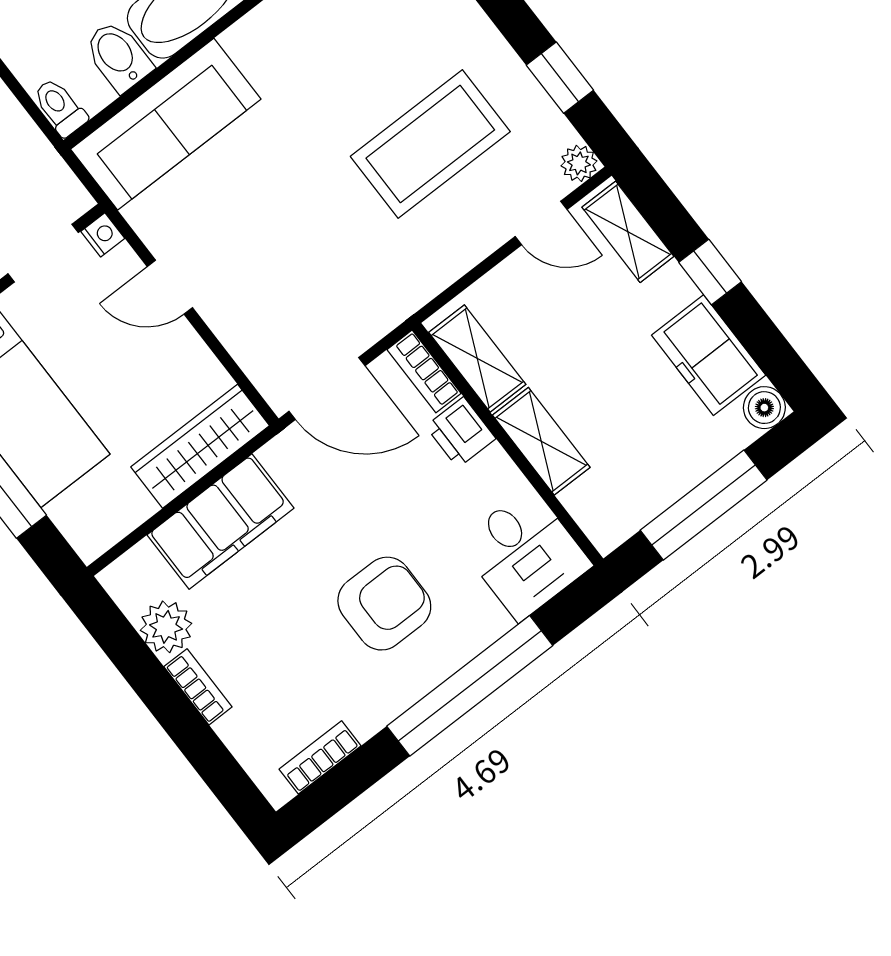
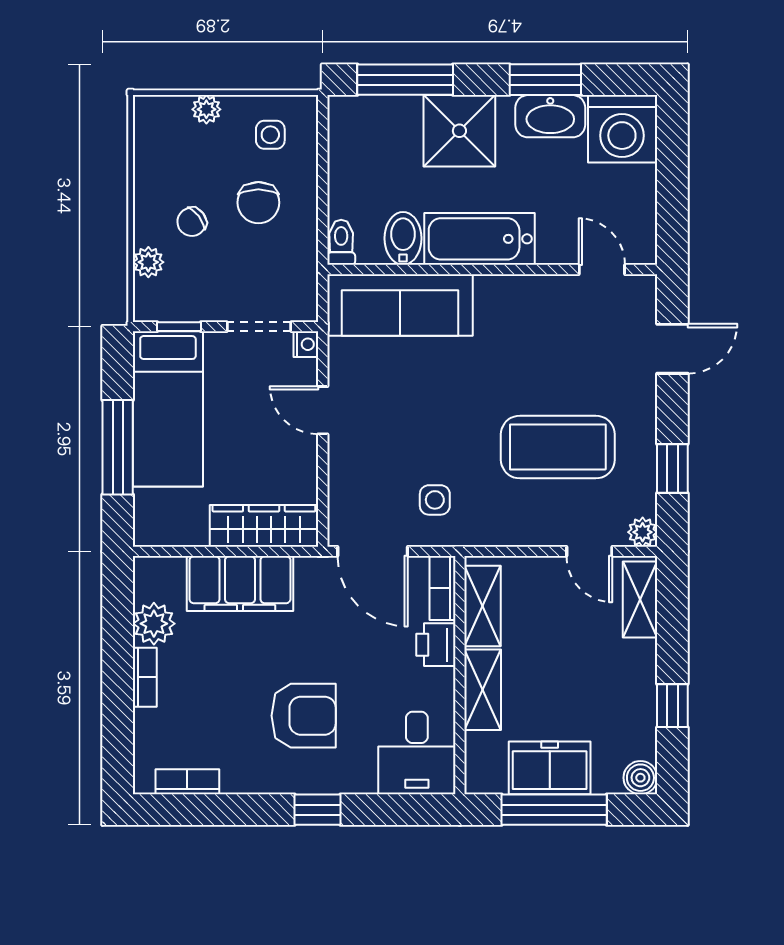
window: (710, 272) -> (672, 706), moved
side table: (349, 290) -> (435, 500), added
freezer: (709, 355) -> (550, 768), moved, turned 90
window: (470, 686) -> (317, 810), width x0.32

